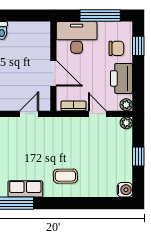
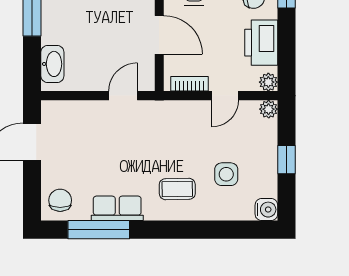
door: (97, 114) -> (225, 96), swing flipped
side table: (98, 166) -> (226, 174), added

